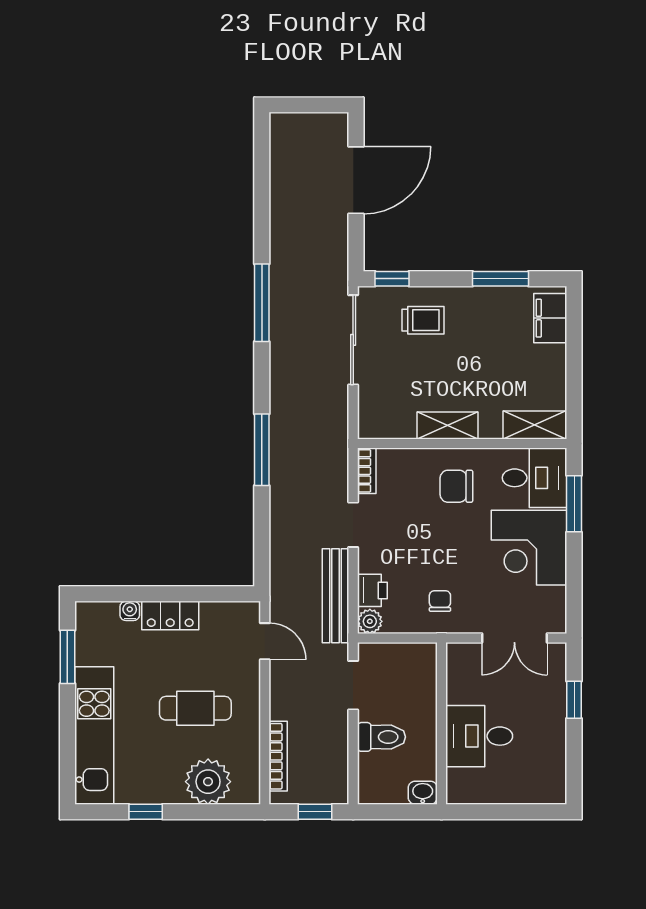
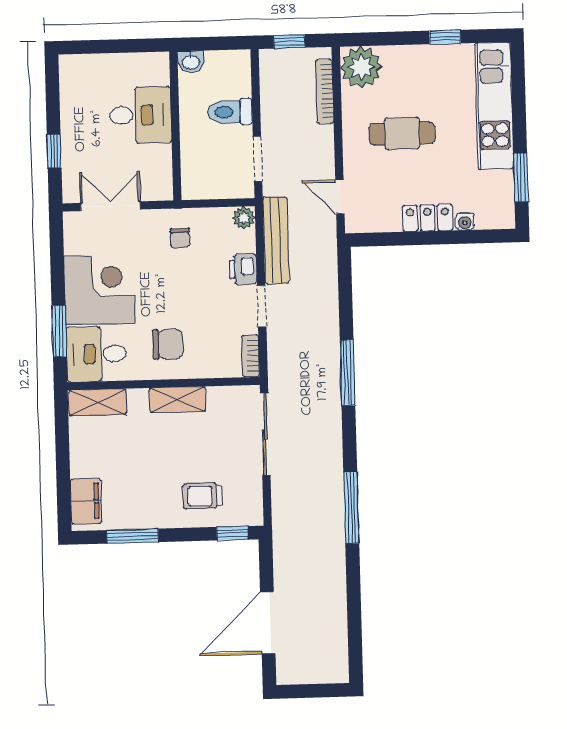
sliding door: (353, 340) -> (265, 434), moved
printer: (372, 590) -> (243, 269), moved
plant: (208, 782) -> (361, 67), moved

